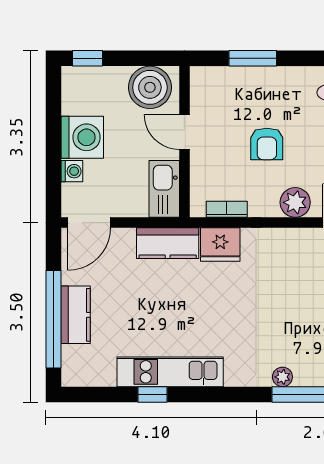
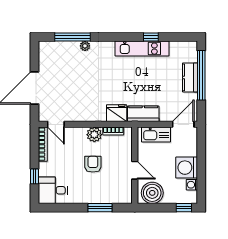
washing machine: (72, 171) -> (192, 185), moved
kitchen sink: (164, 189) -> (156, 135), moved, turned 90
plant: (295, 202) -> (94, 135), moved

